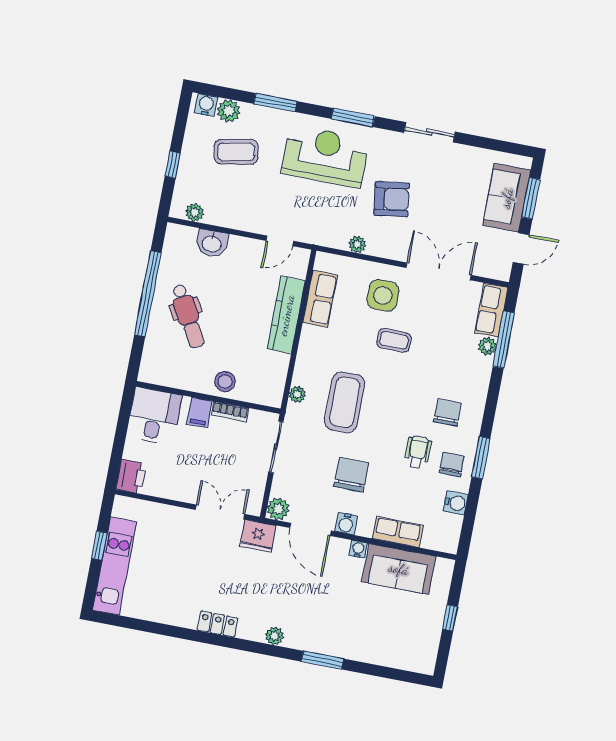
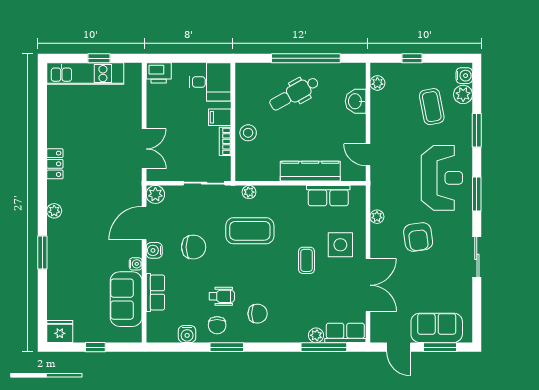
chair: (452, 464) -> (217, 325), turned 90
fridge: (258, 536) -> (60, 332), moved, turned 90

